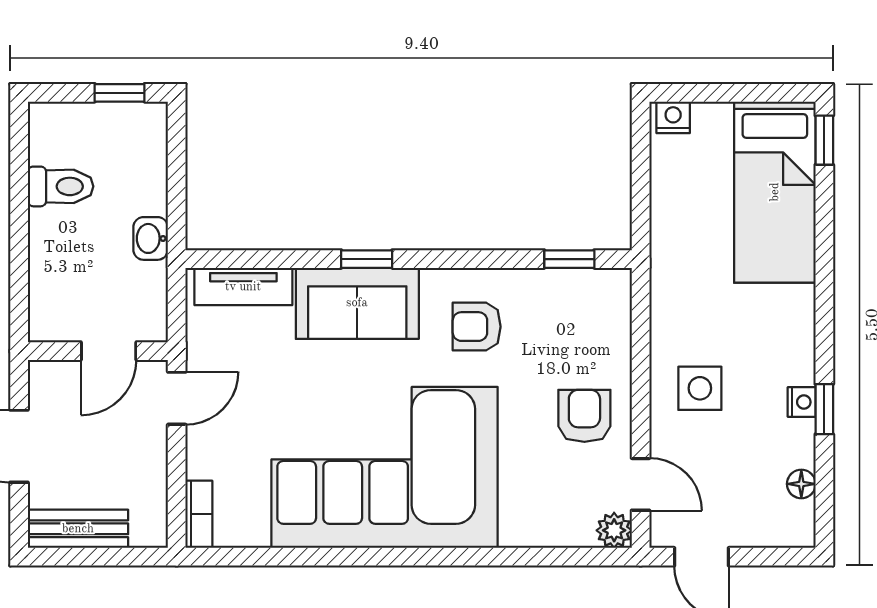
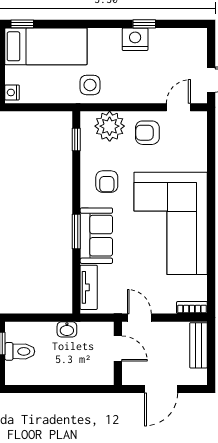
toilet: (61, 186) -> (20, 351), moved, turned 90
window: (367, 259) -> (76, 231), width x1.50
side table: (700, 388) -> (90, 85), moved
nightstand: (802, 402) -> (135, 39), width x1.89, depth x1.79
floor lamp: (801, 484) -> (178, 34), removed
bench: (78, 529) -> (199, 345), moved
plant: (614, 530) -> (110, 126), moved, width x1.88, depth x1.88

